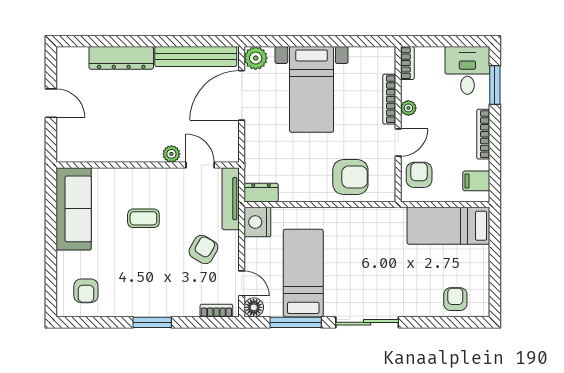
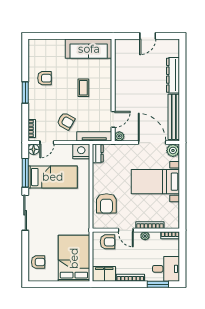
plant: (171, 154) -> (119, 136), moved
filing cabinet: (476, 181) -> (104, 274), width x2.00
bed: (448, 226) -> (74, 258), width x1.50
armchair: (86, 291) -> (44, 78), moved, turned 180

